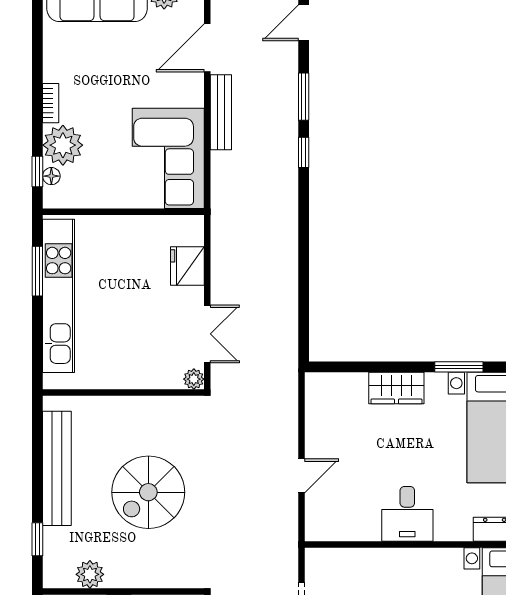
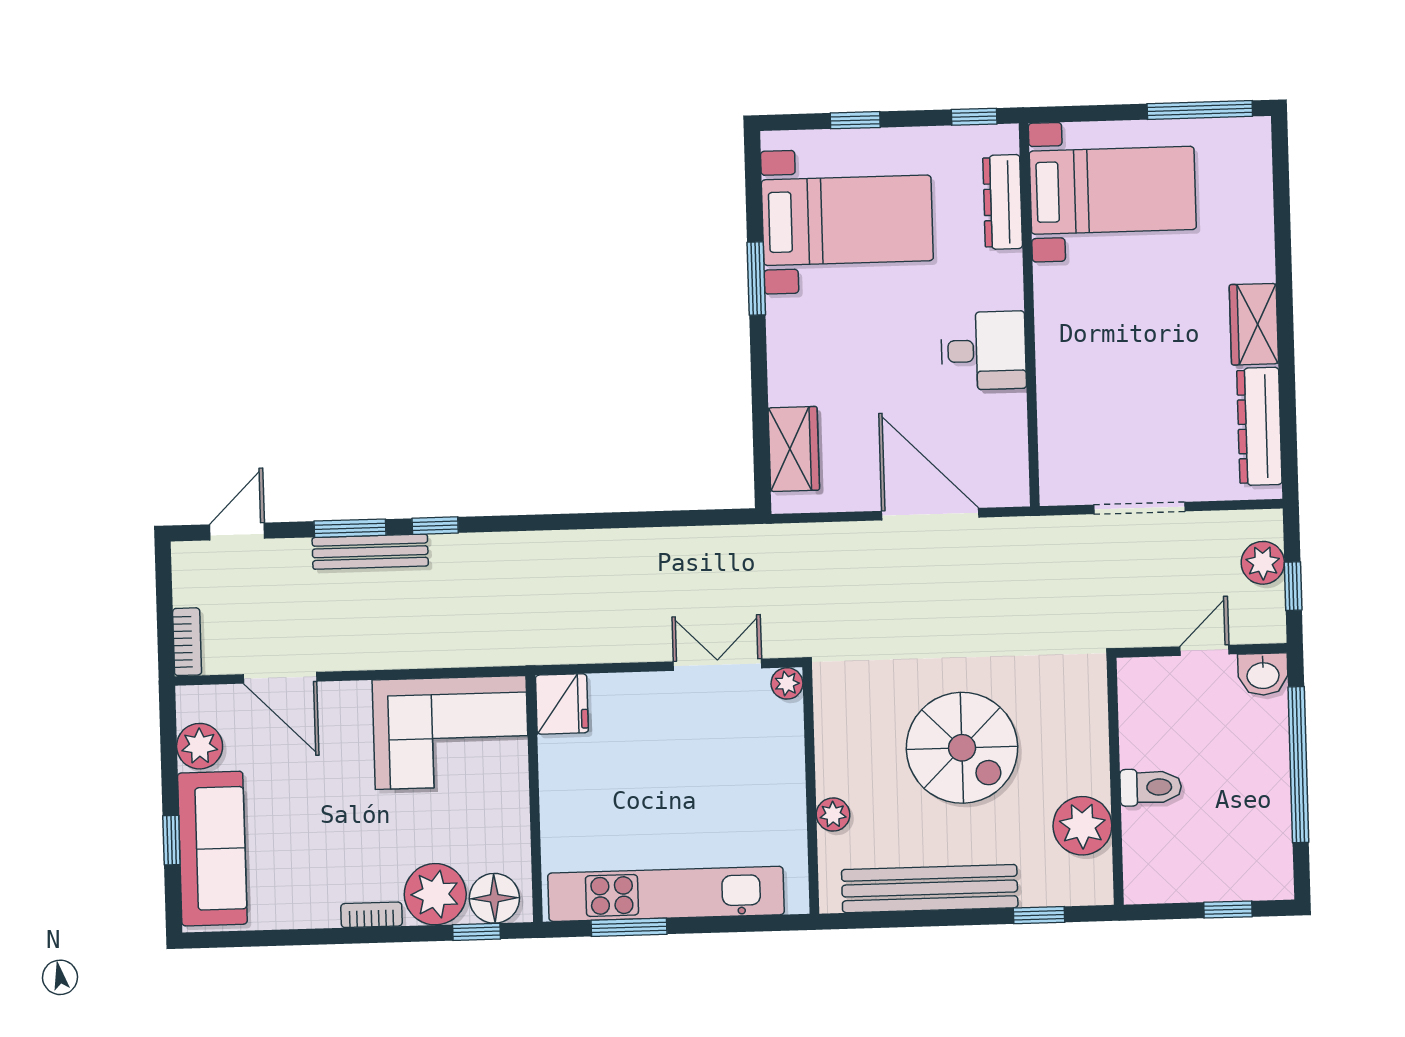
door: (304, 23) -> (237, 532), swing flipped
bench: (221, 112) -> (370, 552), moved
floor lamp: (51, 176) -> (494, 898), width x1.89, depth x1.89
fridge: (187, 266) -> (562, 704), moved, turned -90
wardrobe: (396, 388) -> (794, 449), moved
plant: (107, 407) -> (833, 815), added
door: (302, 476) -> (930, 514), width x1.88
plant: (90, 574) -> (1082, 826), width x1.36, depth x1.36

